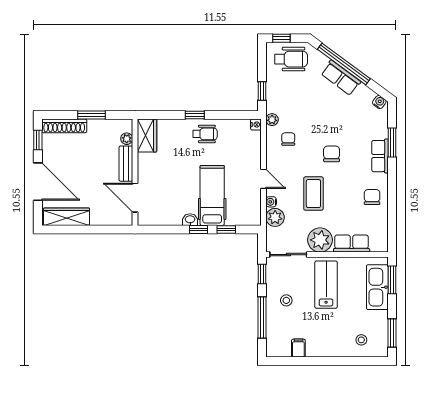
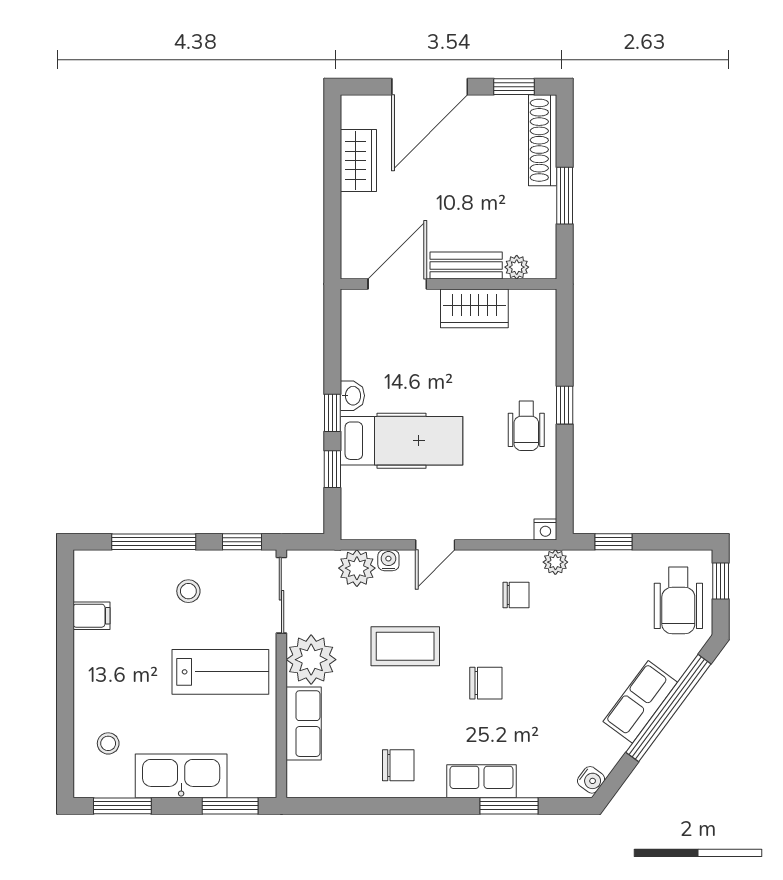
wardrobe: (147, 136) -> (474, 308), moved
wardrobe: (67, 217) -> (358, 160), width x0.67
kitchen sink: (377, 287) -> (181, 776), moved

